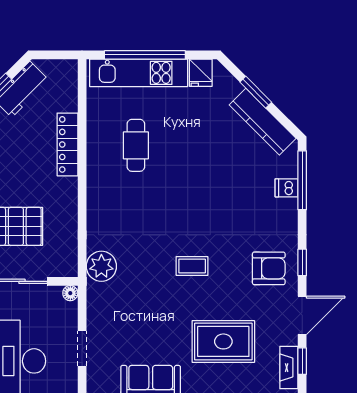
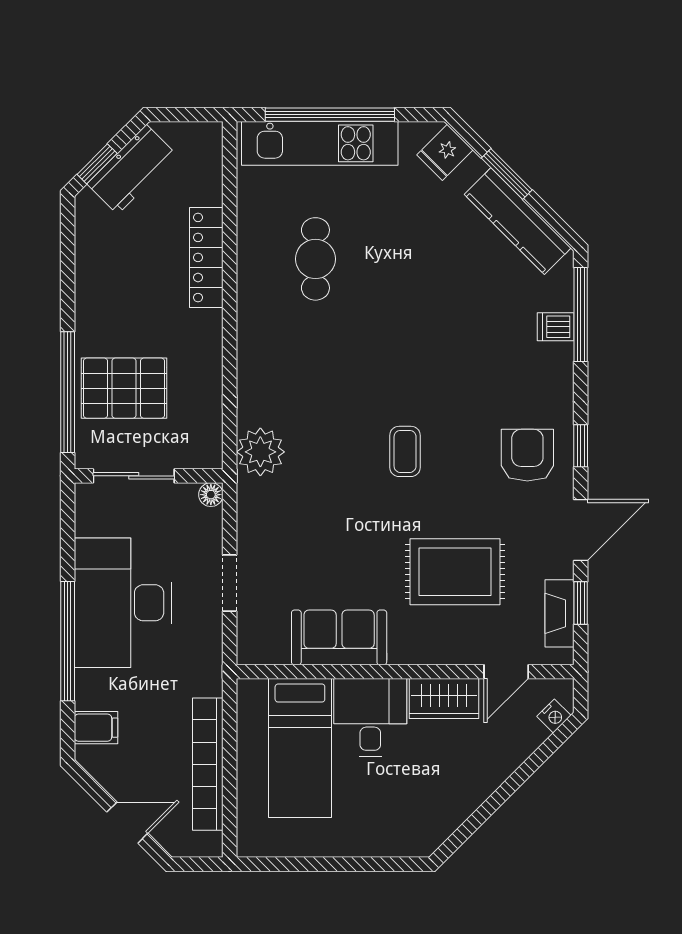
fridge: (201, 73) -> (445, 152), moved, turned 45
coffee table: (192, 266) -> (405, 451), turned 90
armchair: (269, 268) -> (527, 455), turned -90

